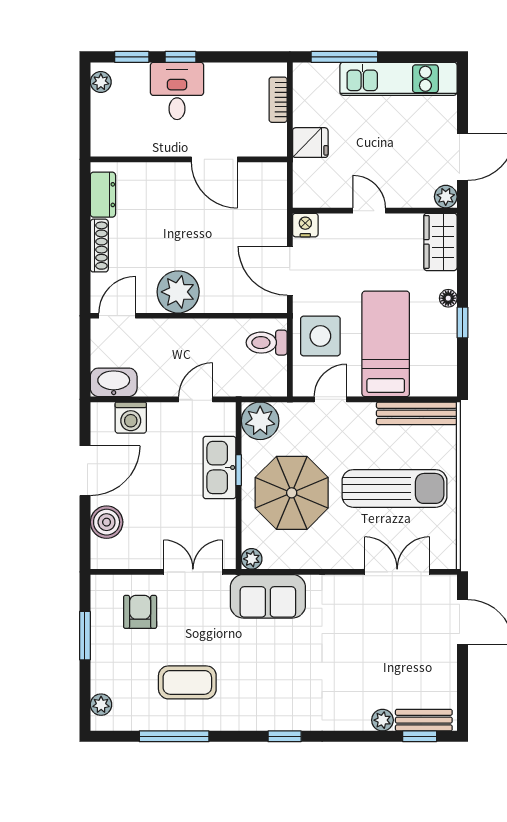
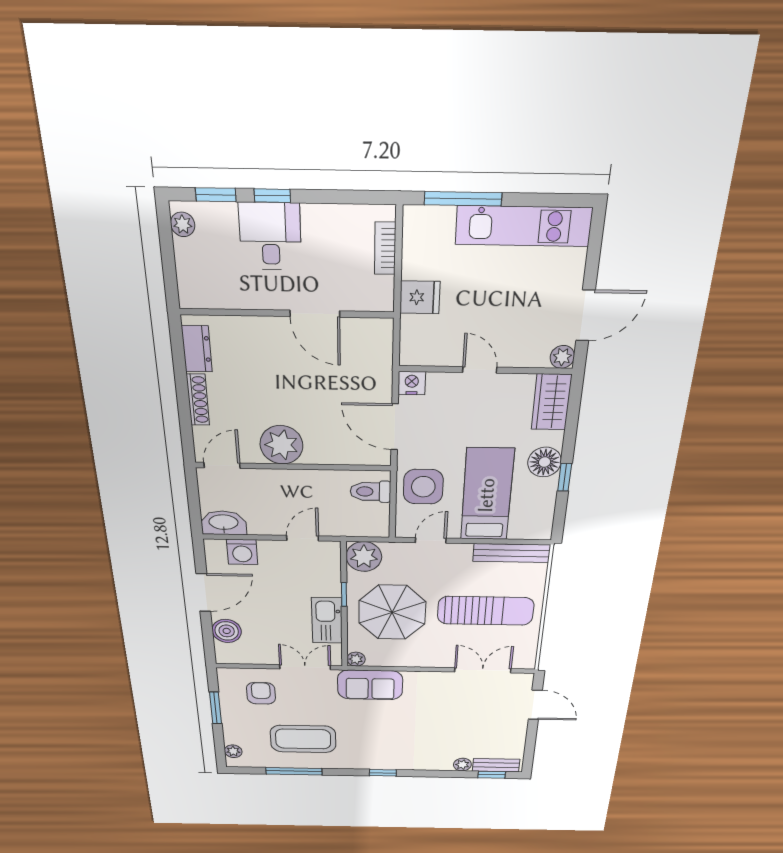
floor lamp: (448, 298) -> (545, 462), width x1.89, depth x1.89
kitchen sink: (219, 467) -> (327, 621), moved
coffee table: (187, 682) -> (303, 739), width x1.36, depth x1.32

